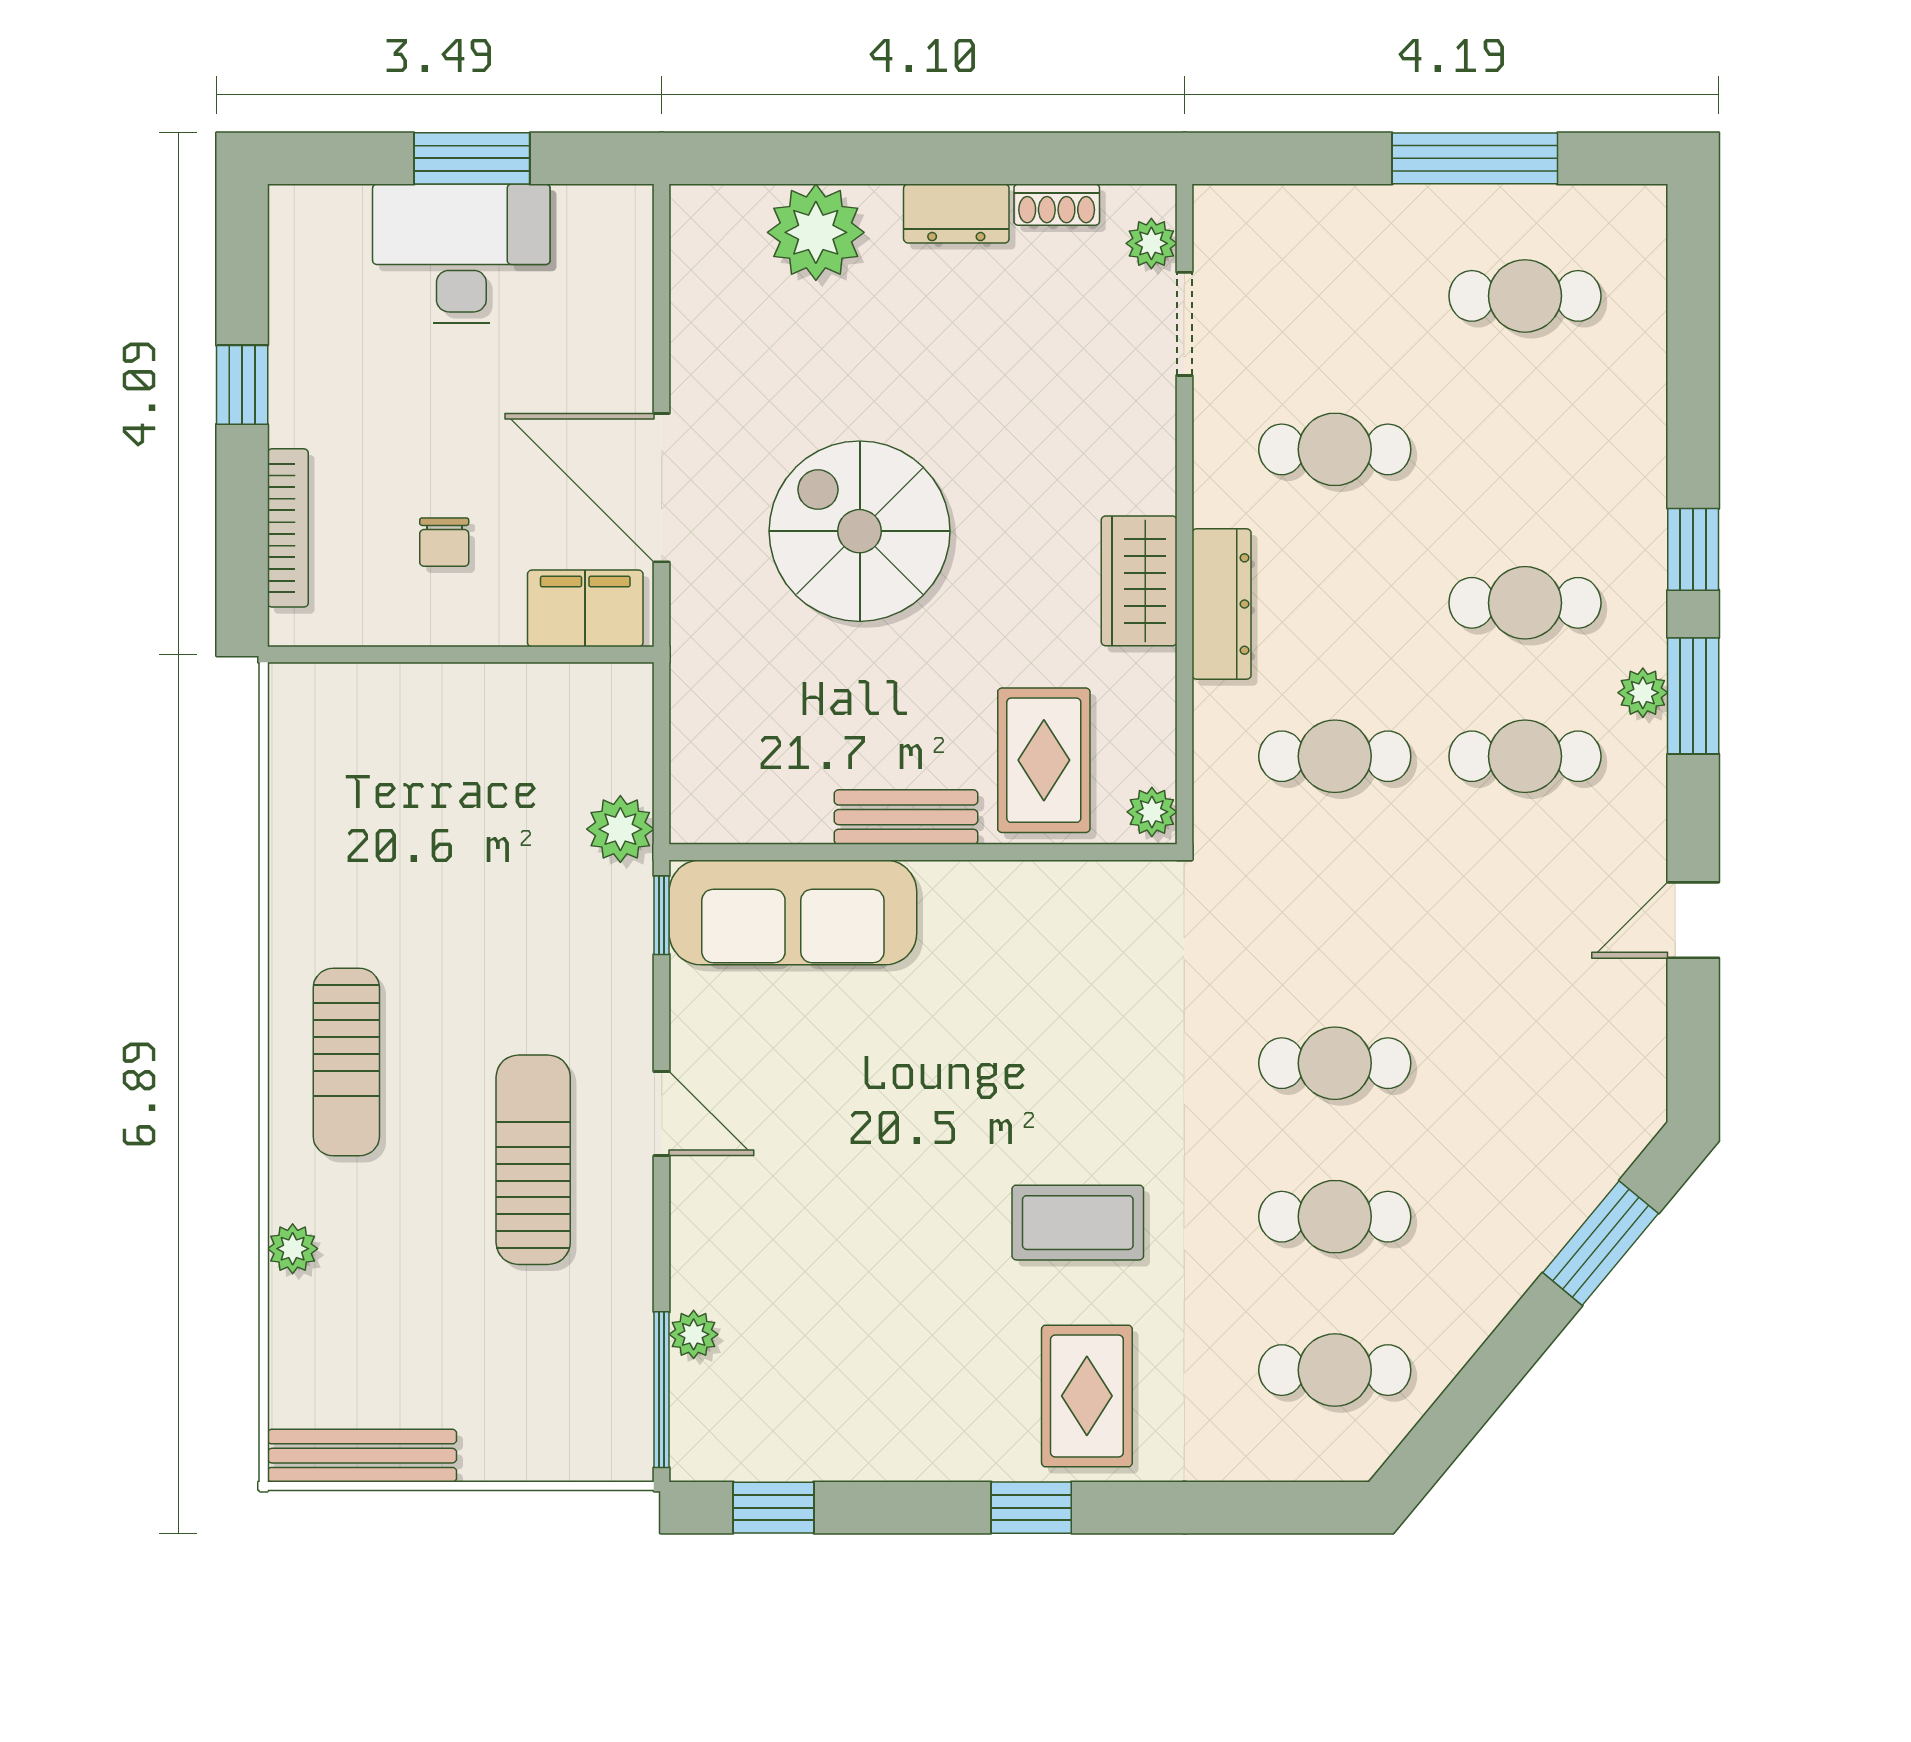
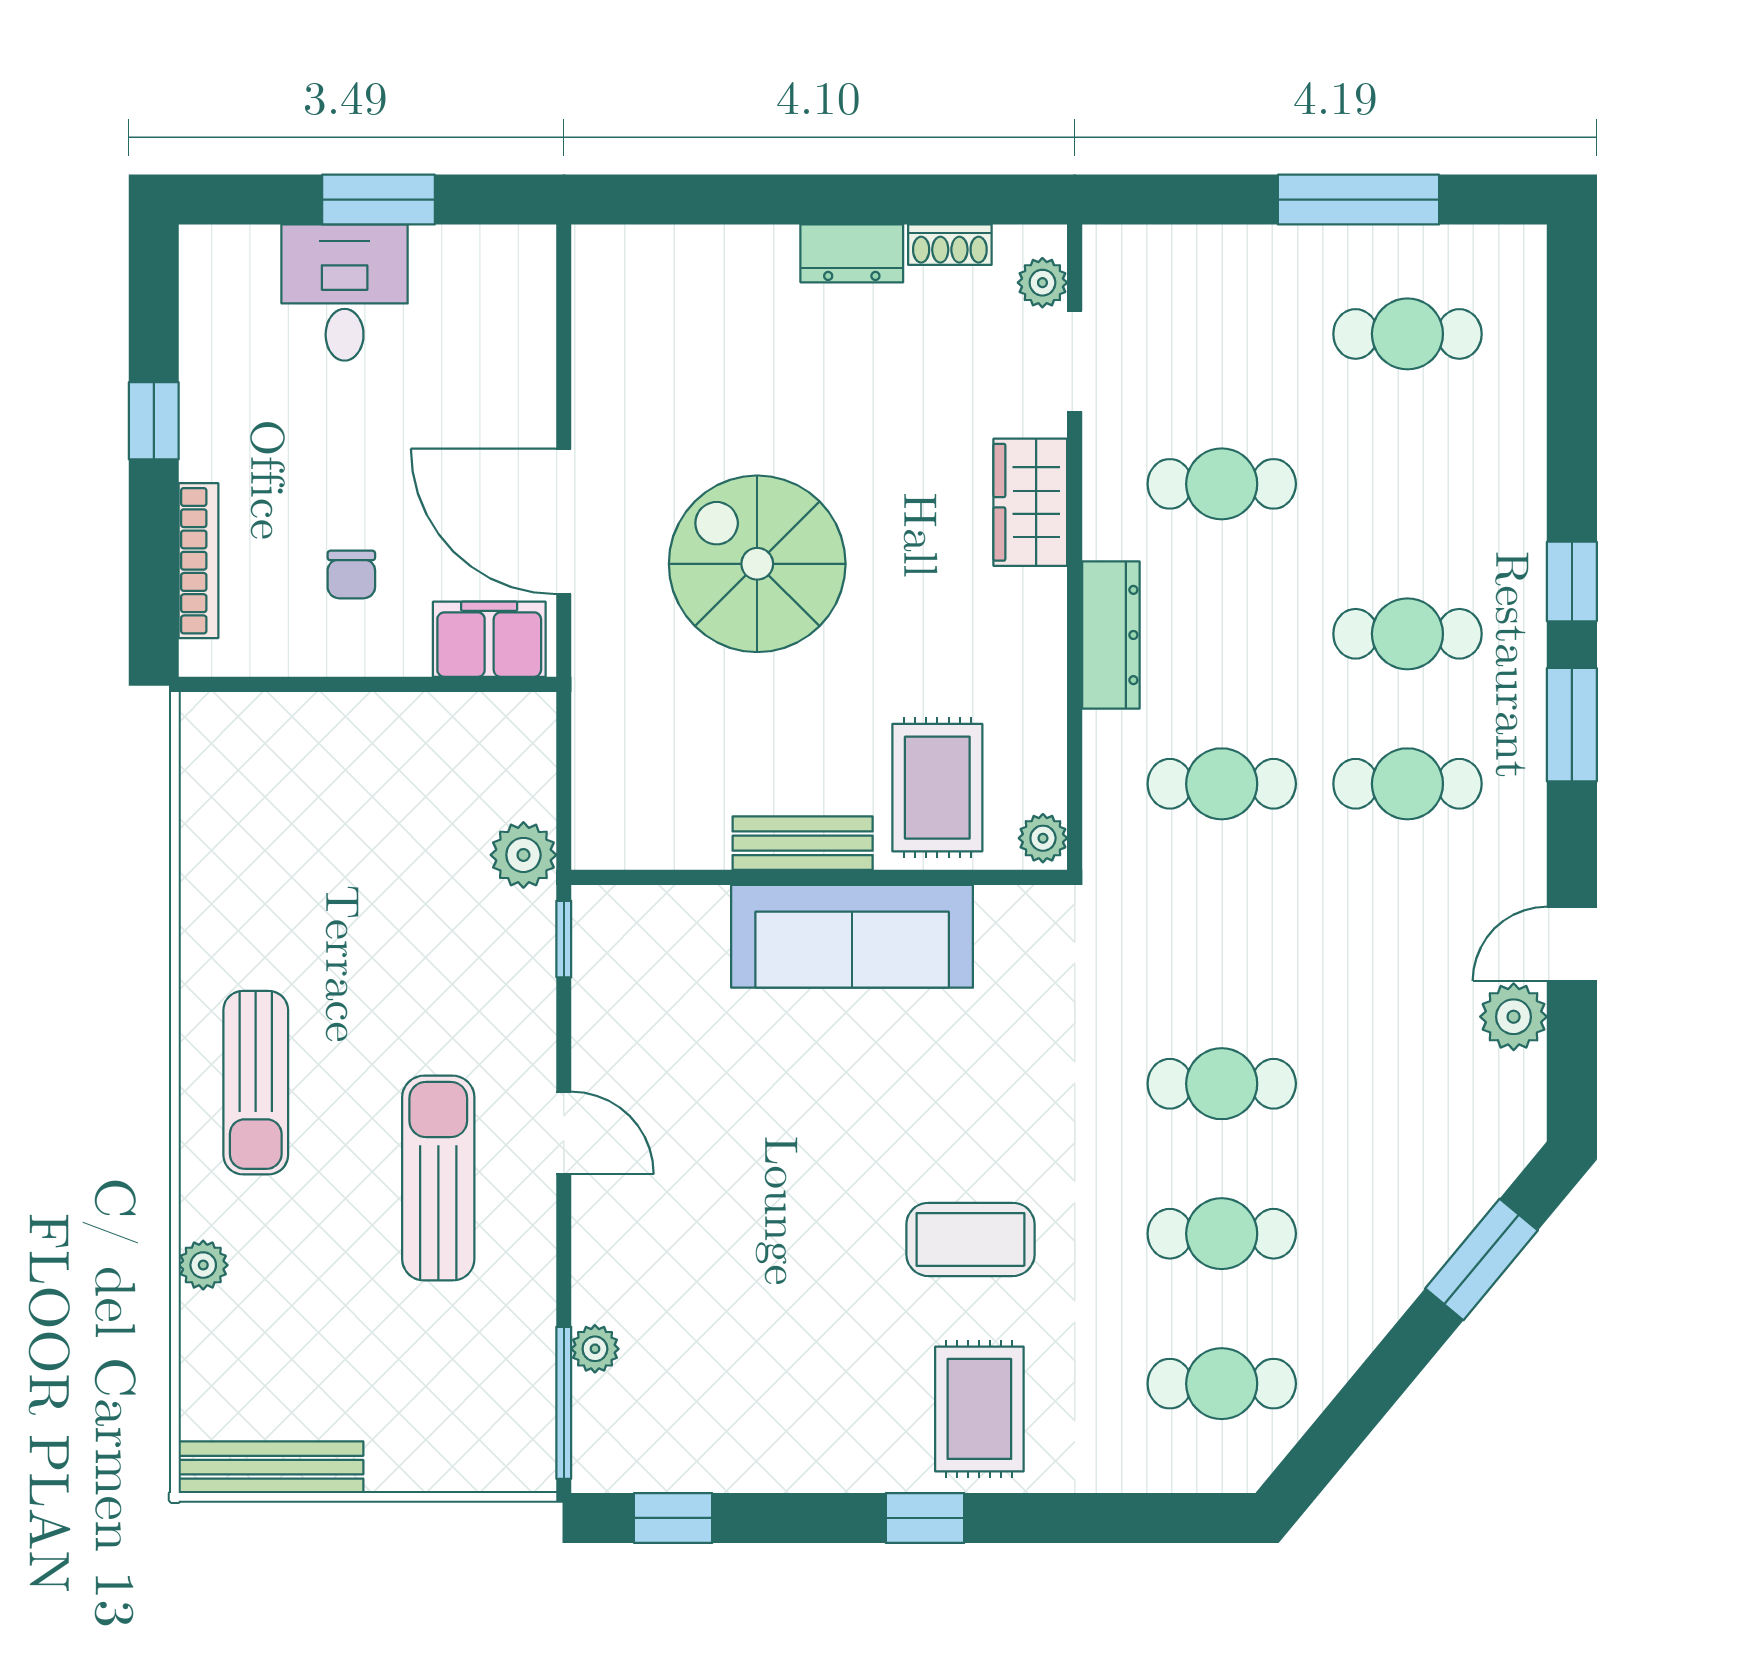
plant: (816, 232) -> (714, 272), removed
desk: (461, 254) -> (345, 293), width x0.73
wardrobe: (1139, 581) -> (1030, 502), moved
plant: (1643, 693) -> (1514, 1017), moved, width x1.38, depth x1.38
sofa: (793, 912) -> (852, 936), moved

